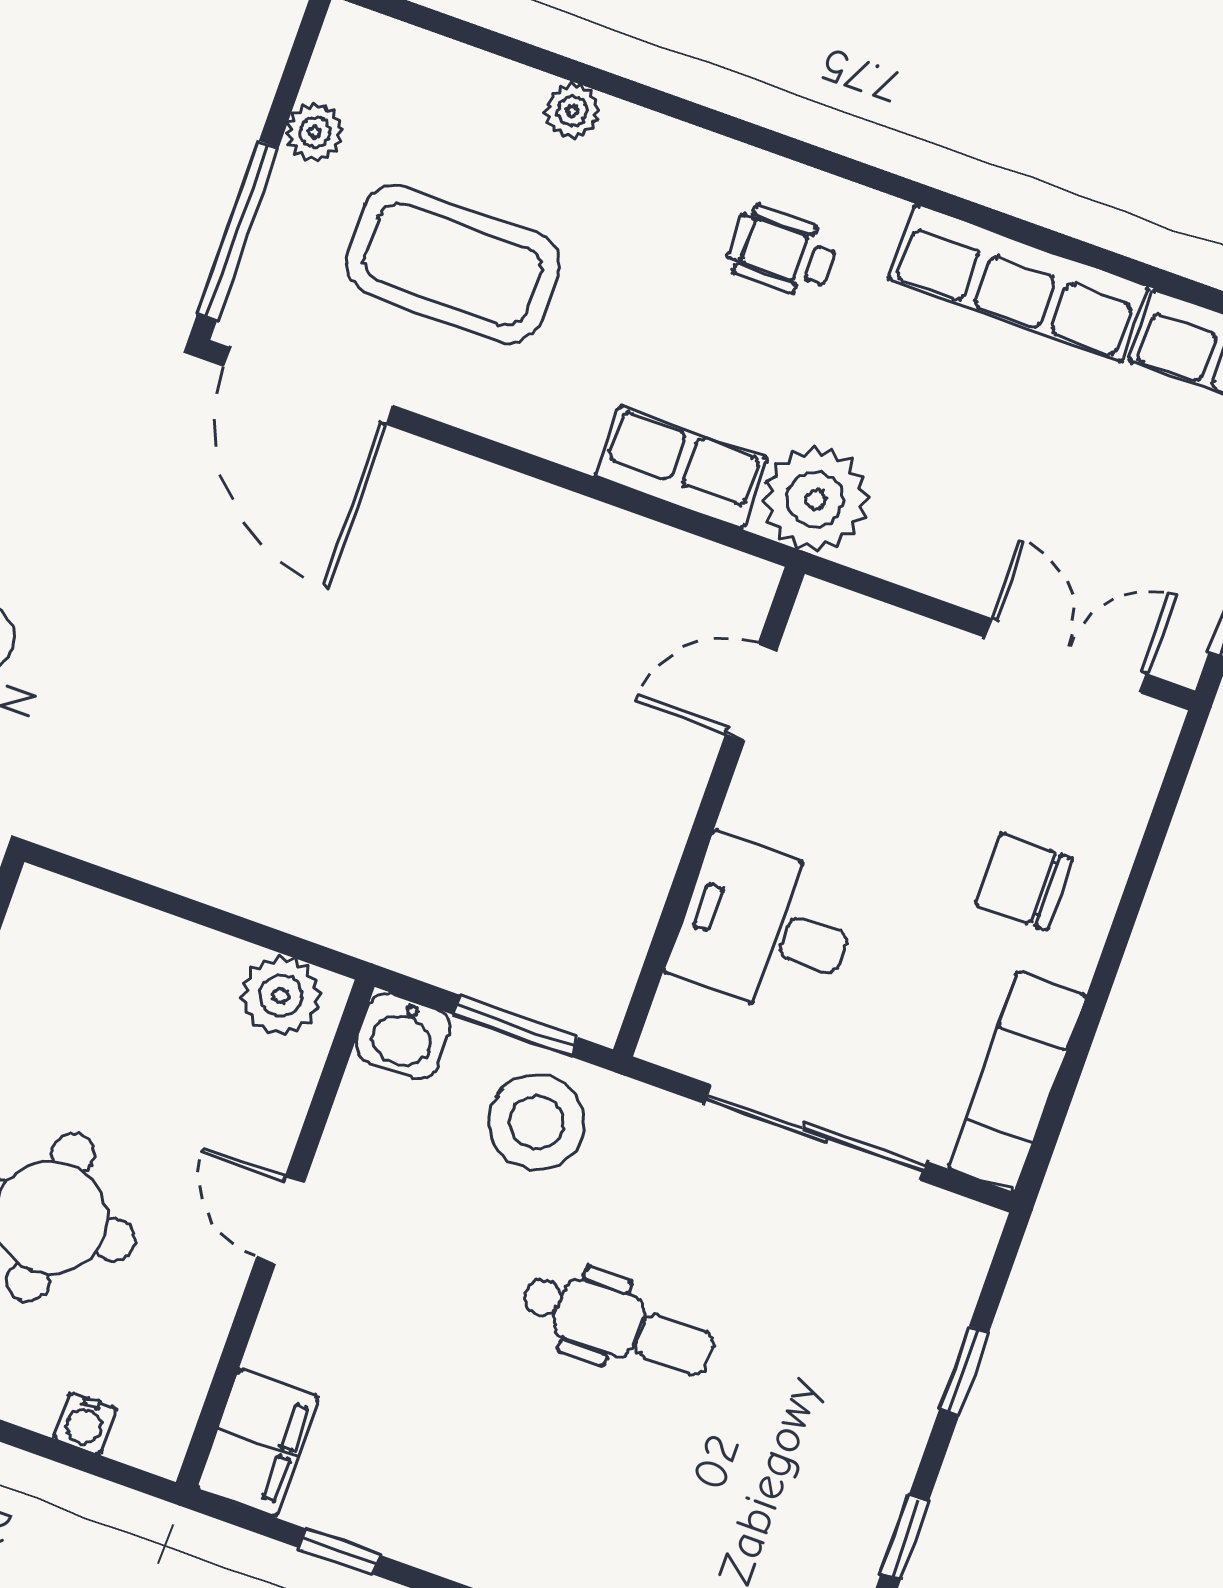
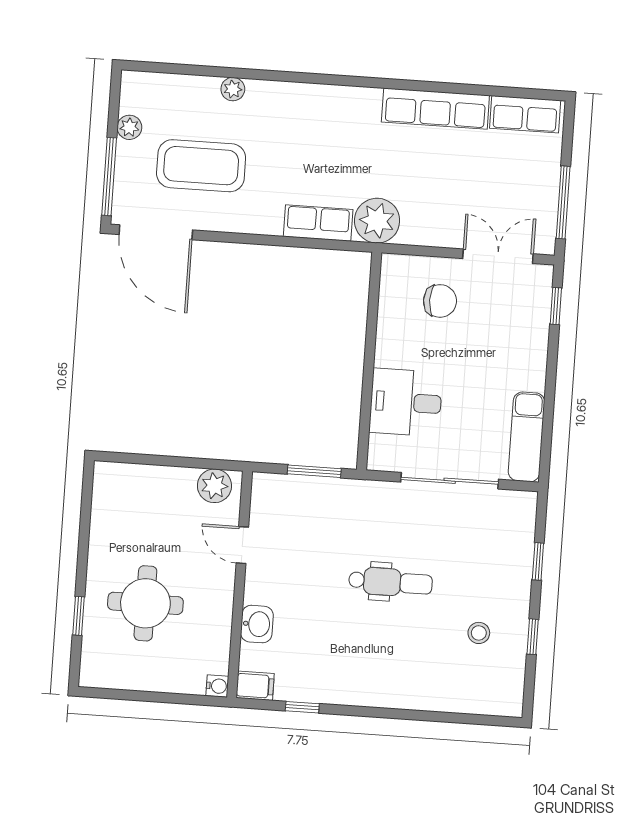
wheelchair: (782, 252) -> (335, 123), removed
door: (751, 692) -> (373, 307), removed
window: (1166, 805) -> (556, 306), added
chair: (1024, 881) -> (440, 301), moved, turned 180
washbasin: (403, 1036) -> (257, 624), moved, turned -90
stool: (537, 1122) -> (479, 633), moved, width x0.53, depth x0.53
door: (280, 1220) -> (242, 545), moved
water cooler: (85, 1423) -> (217, 686), moved, turned -90
filing cabinet: (257, 1443) -> (255, 686), width x0.50

